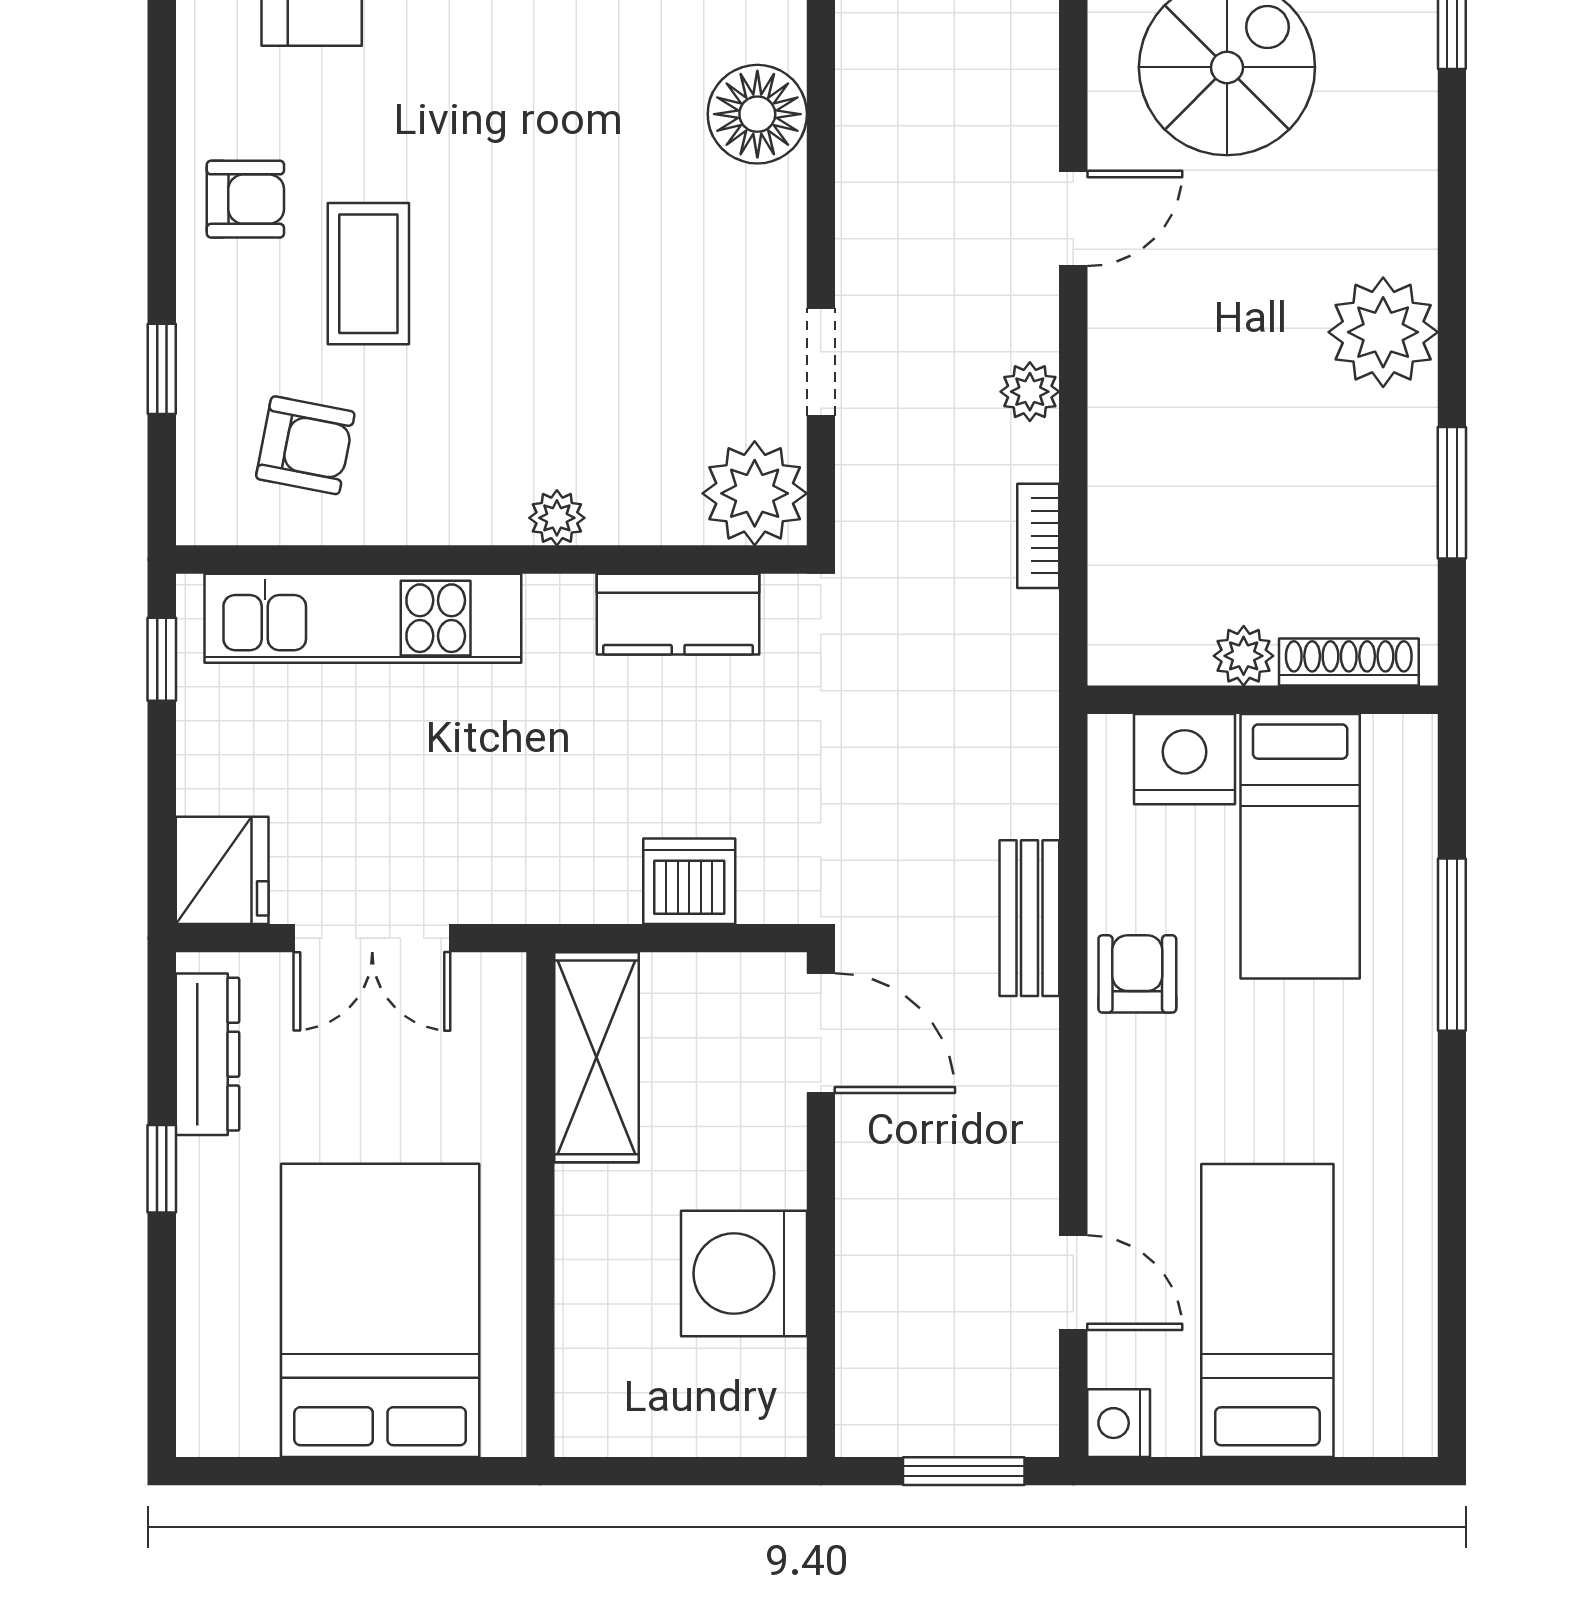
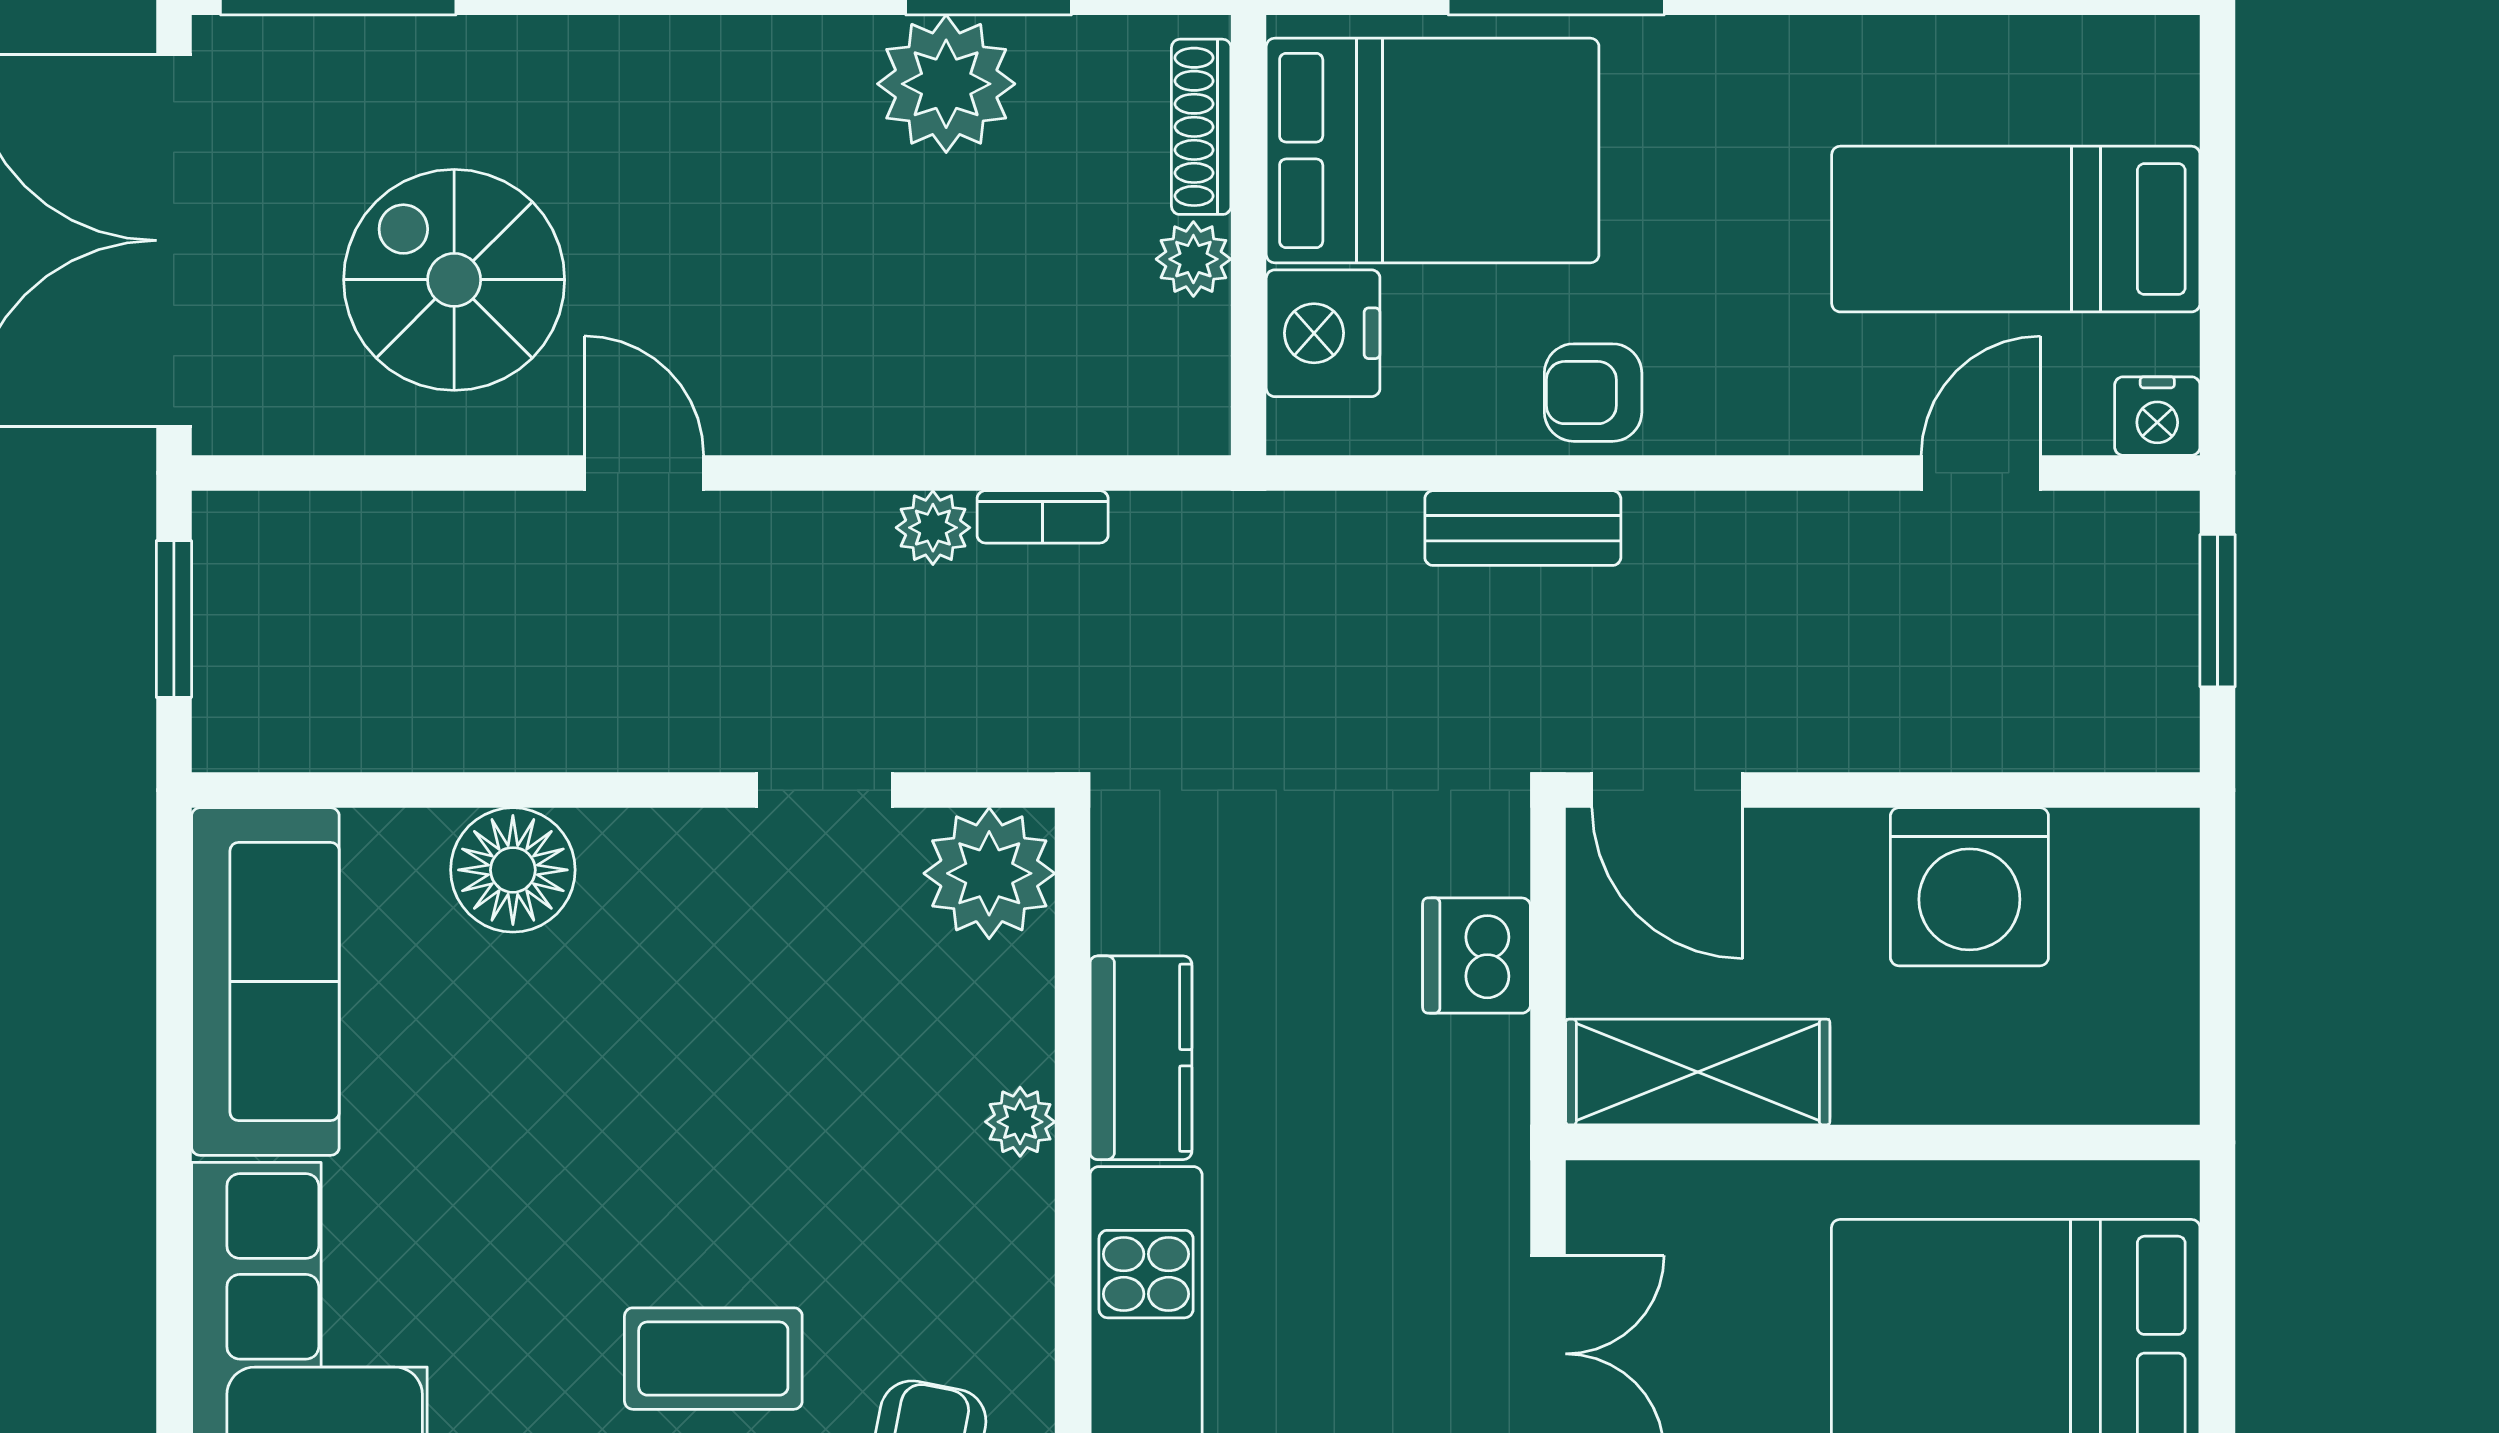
plant: (1383, 332) -> (946, 84), moved
plant: (1030, 392) -> (933, 528), moved
kitchen counter: (678, 614) -> (1141, 1058), moved
bed: (1300, 846) -> (1433, 151), width x1.50
door: (821, 1033) -> (1667, 790), swing flipped

